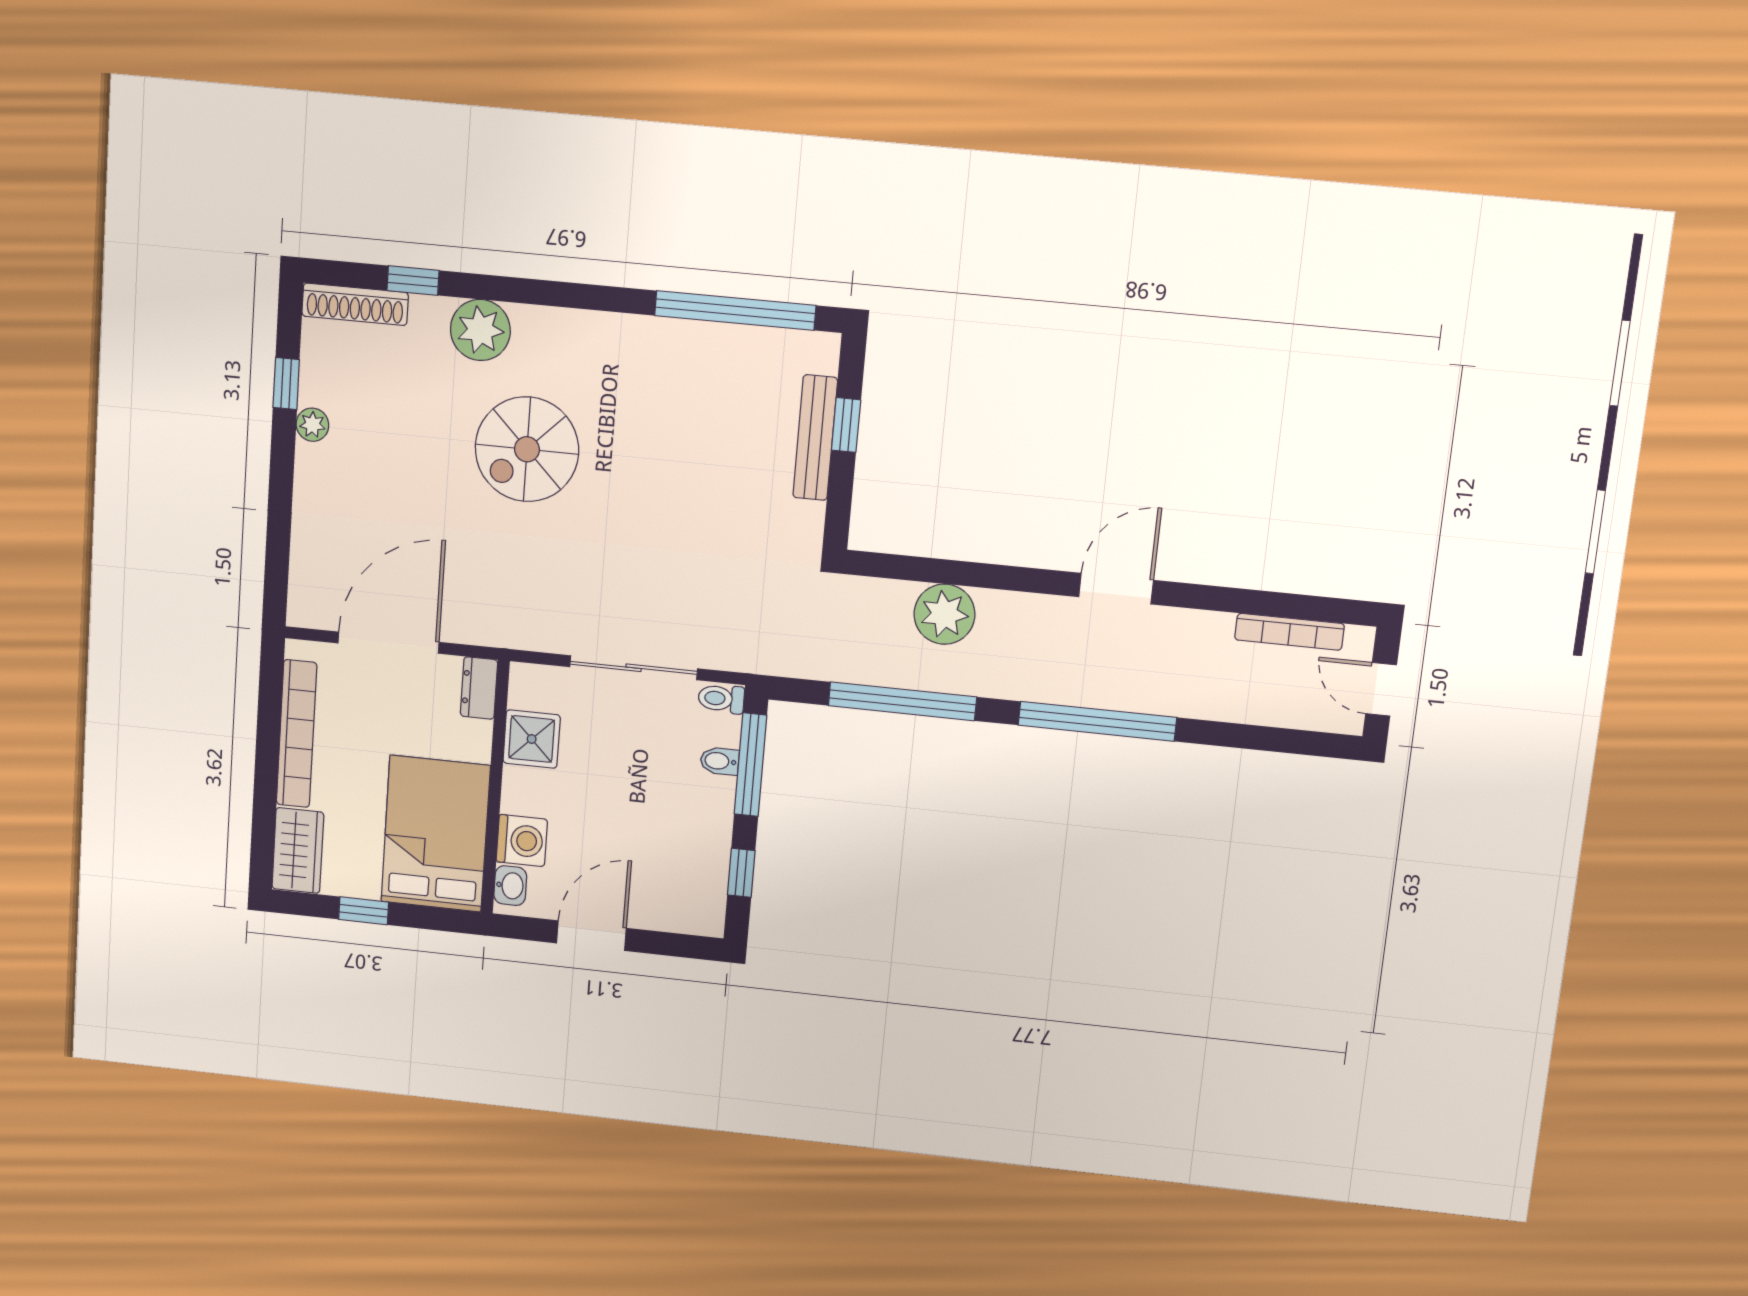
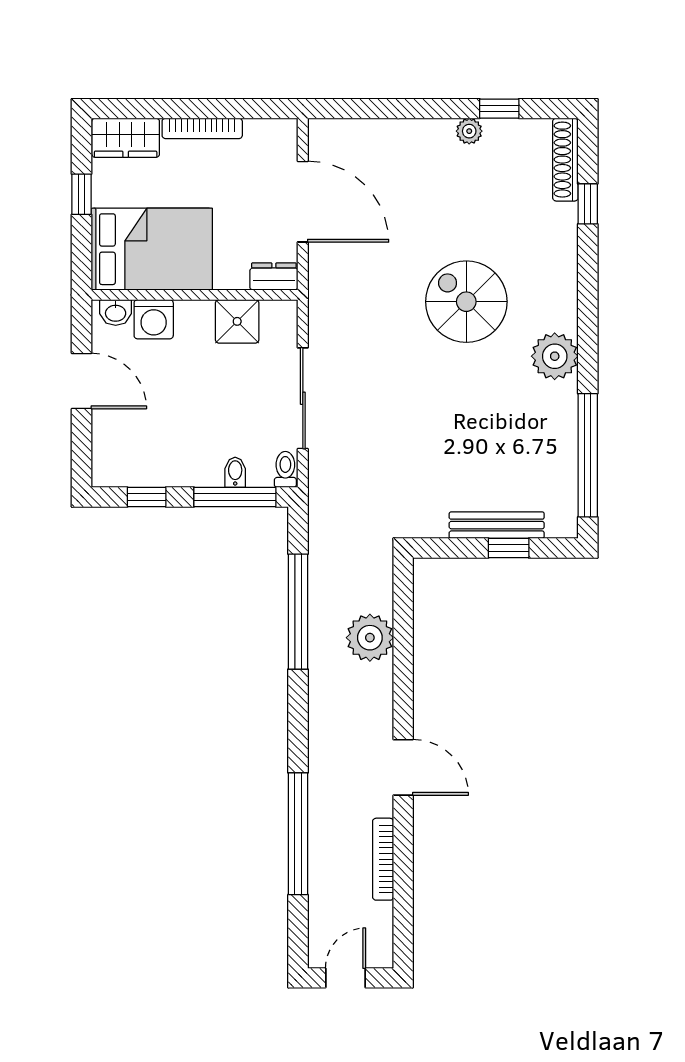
plant: (480, 330) -> (555, 356), moved
bookcase: (1289, 632) -> (383, 859), moved
window: (1097, 721) -> (298, 834), moved
bookcase: (297, 734) -> (202, 128), width x0.68, depth x0.76

